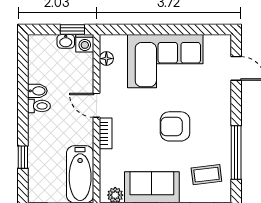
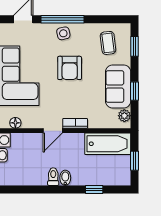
bidet: (37, 91) -> (65, 178), moved
side table: (218, 119) -> (63, 33), added
window: (236, 152) -> (62, 19), moved

